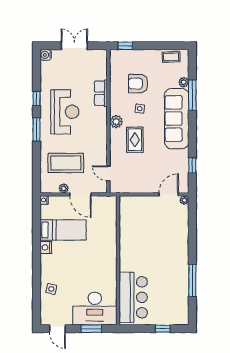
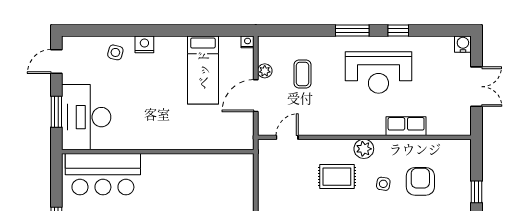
window: (125, 46) -> (477, 192), moved
coffee table: (66, 163) -> (302, 74), width x0.54, depth x0.58
nightstand: (46, 247) -> (144, 44), moved

